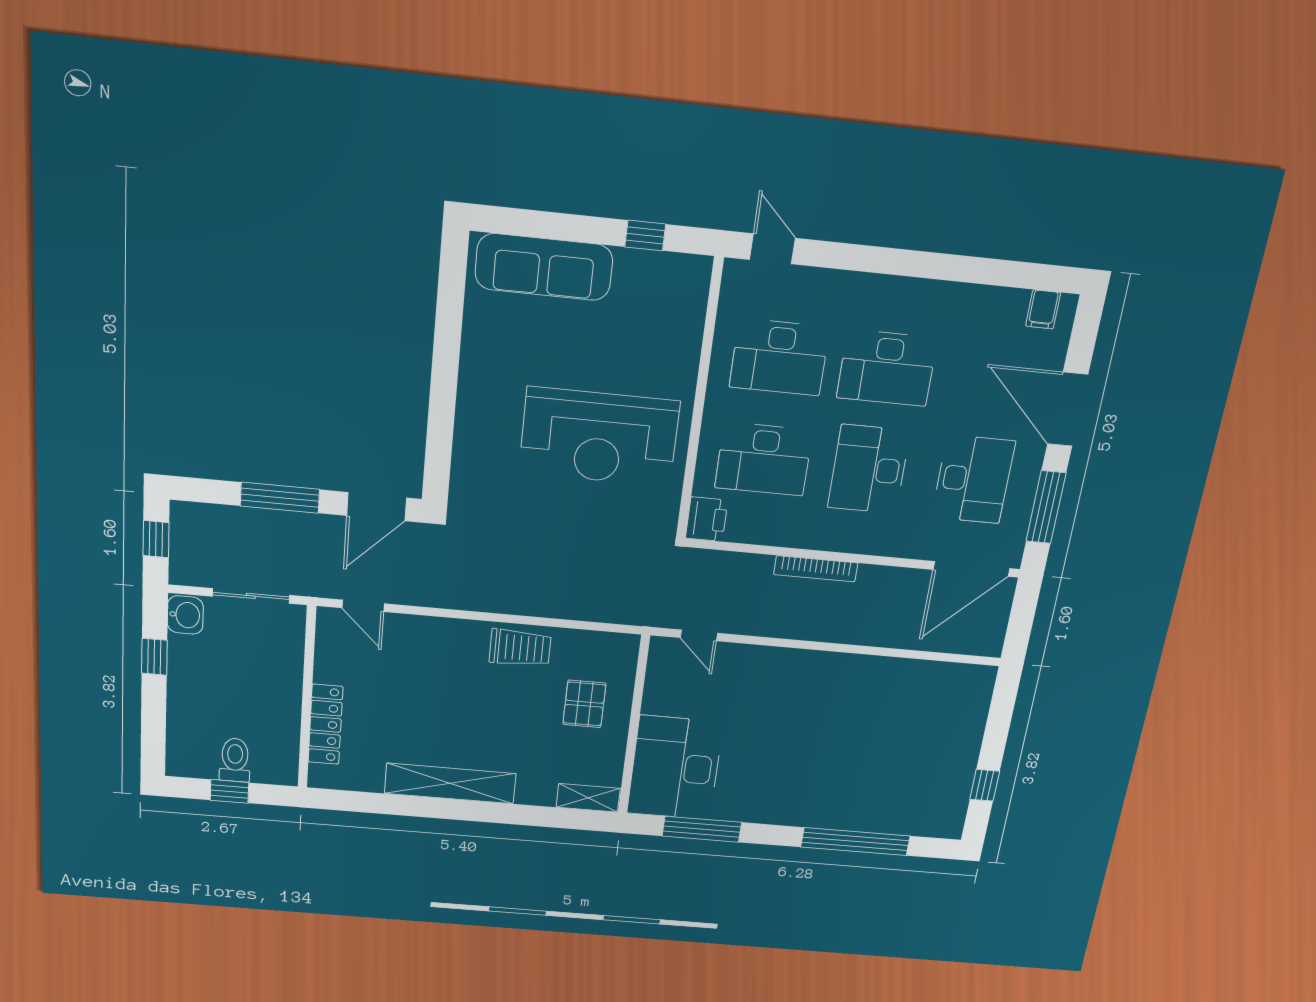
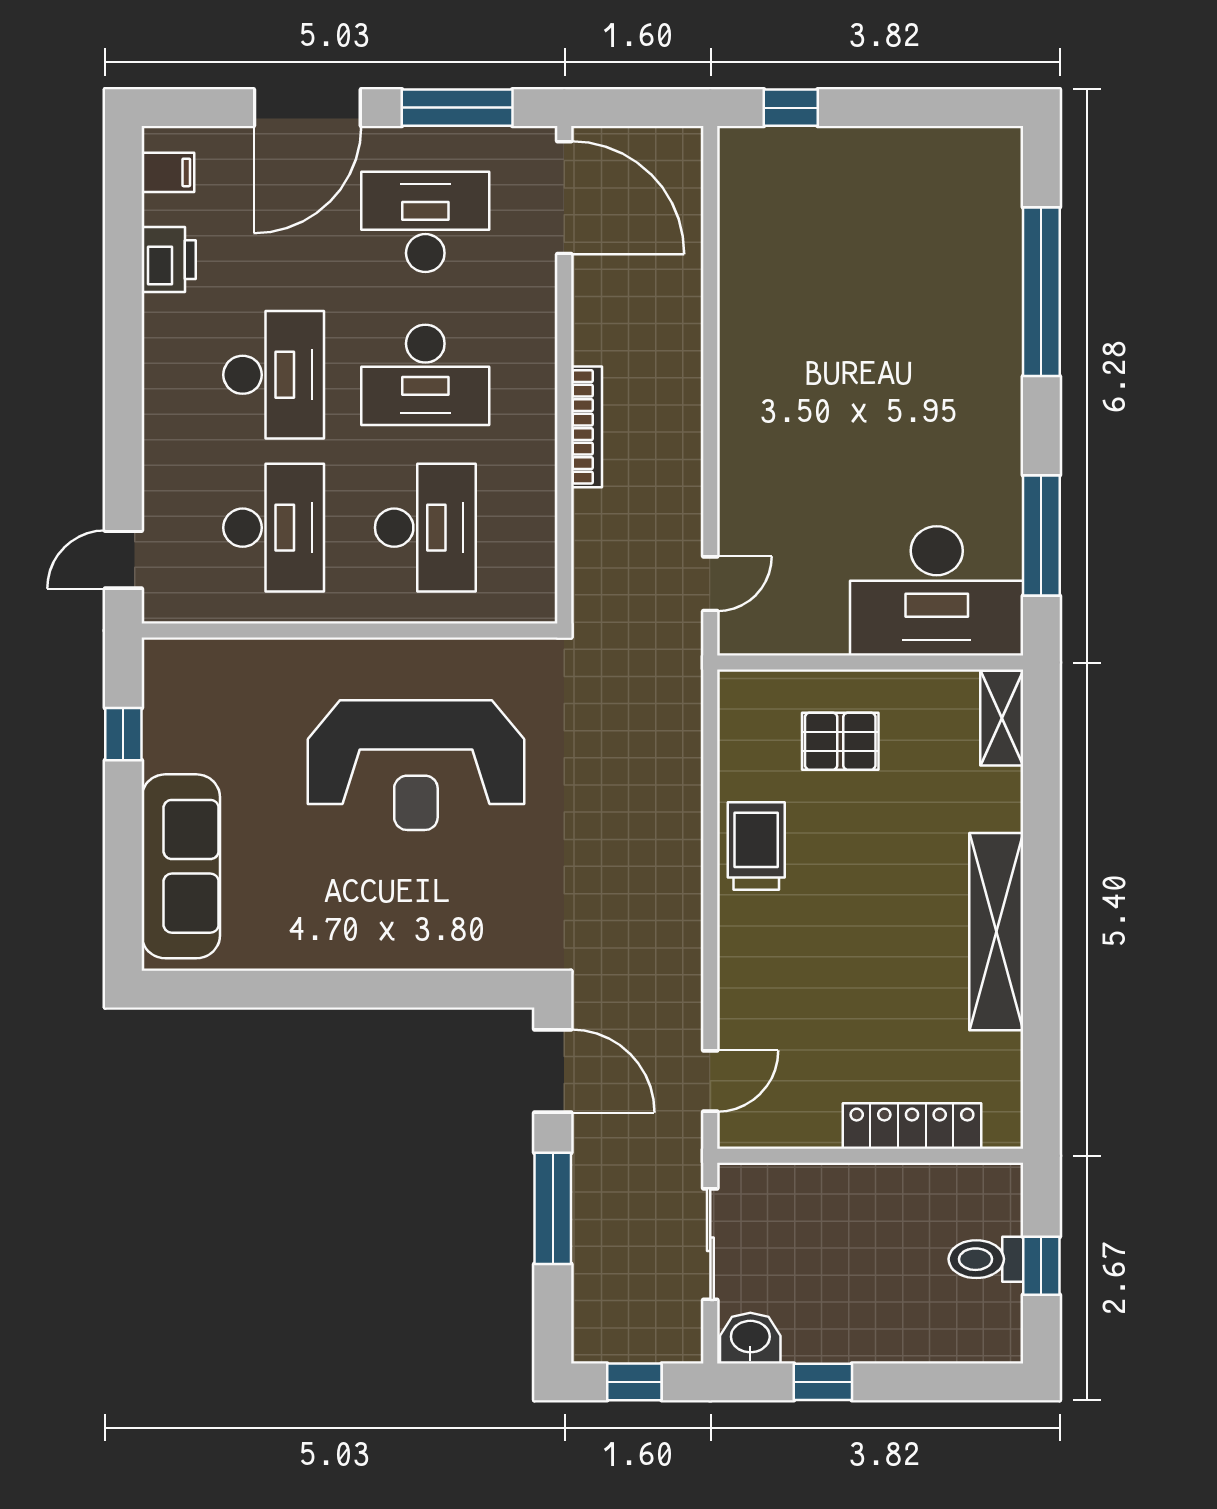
reception desk: (599, 437) -> (416, 765), turned 90
printer: (707, 519) -> (169, 260), moved, turned 90
window: (985, 785) -> (791, 108), moved

